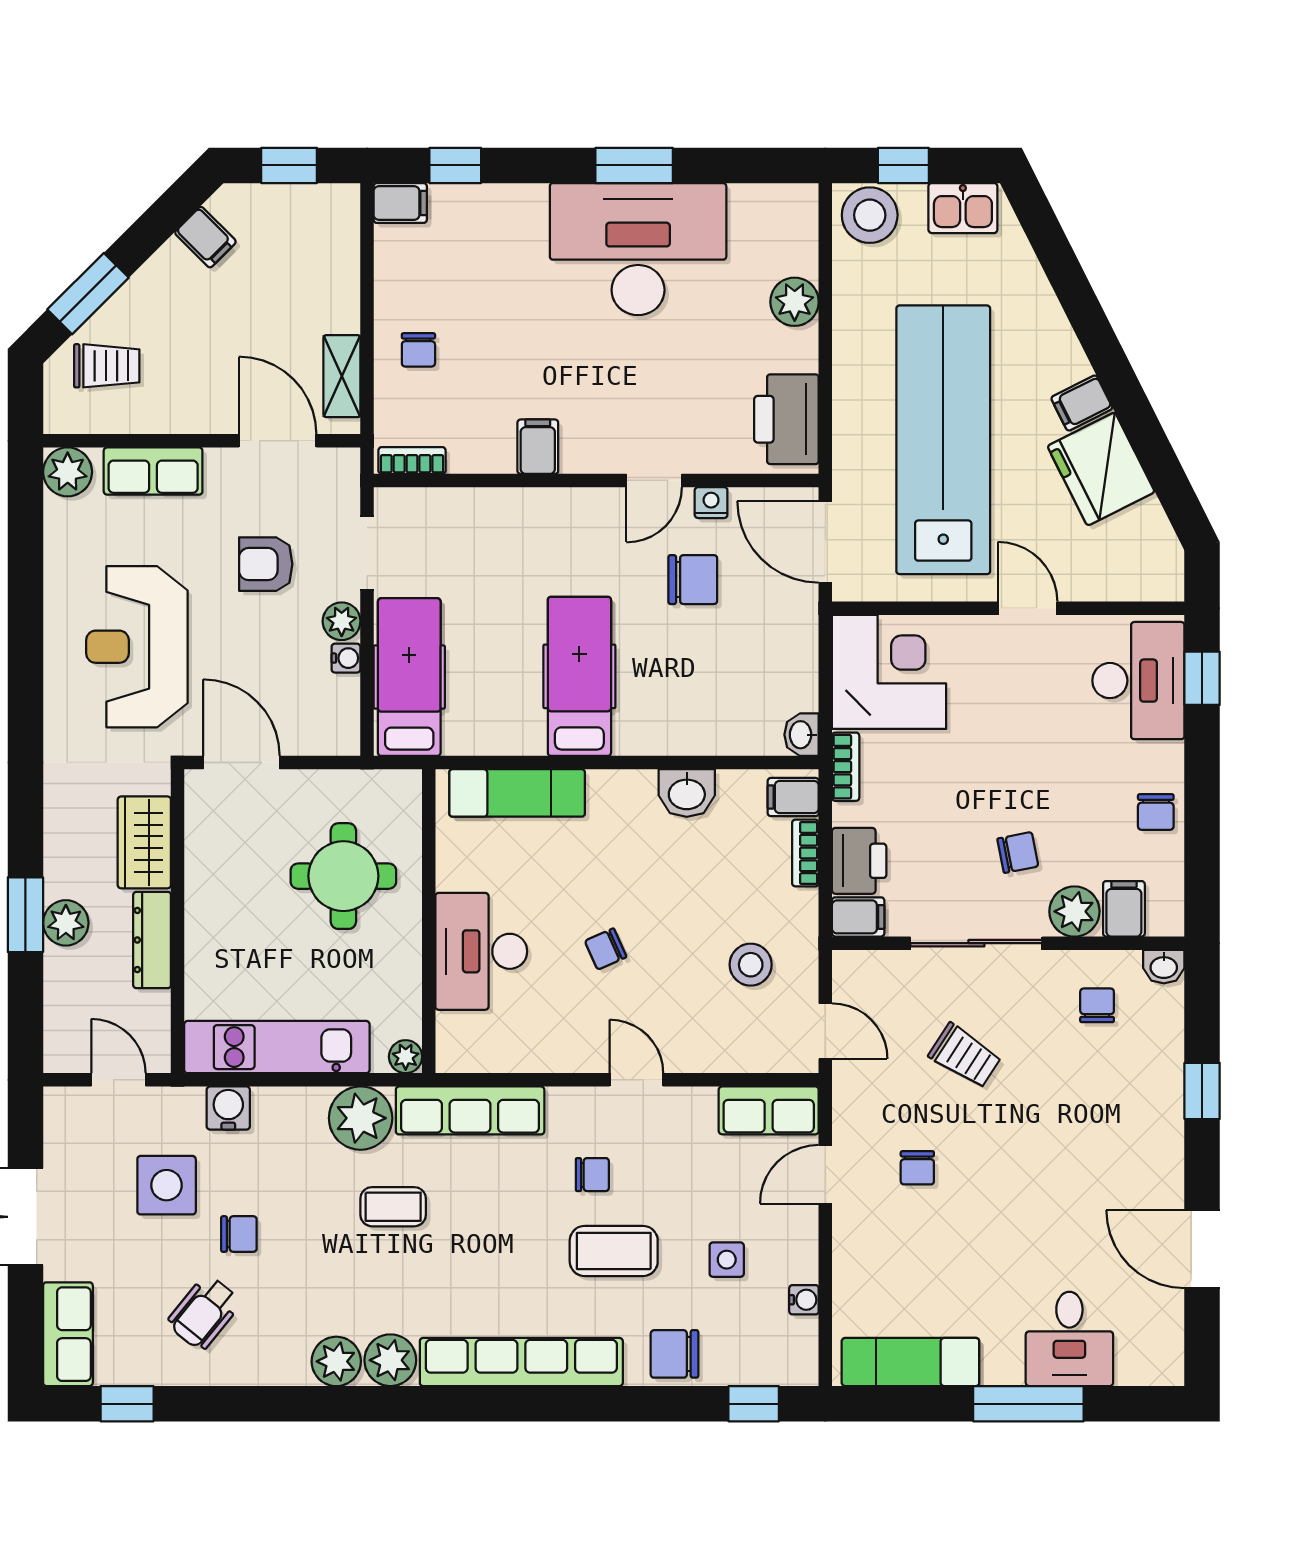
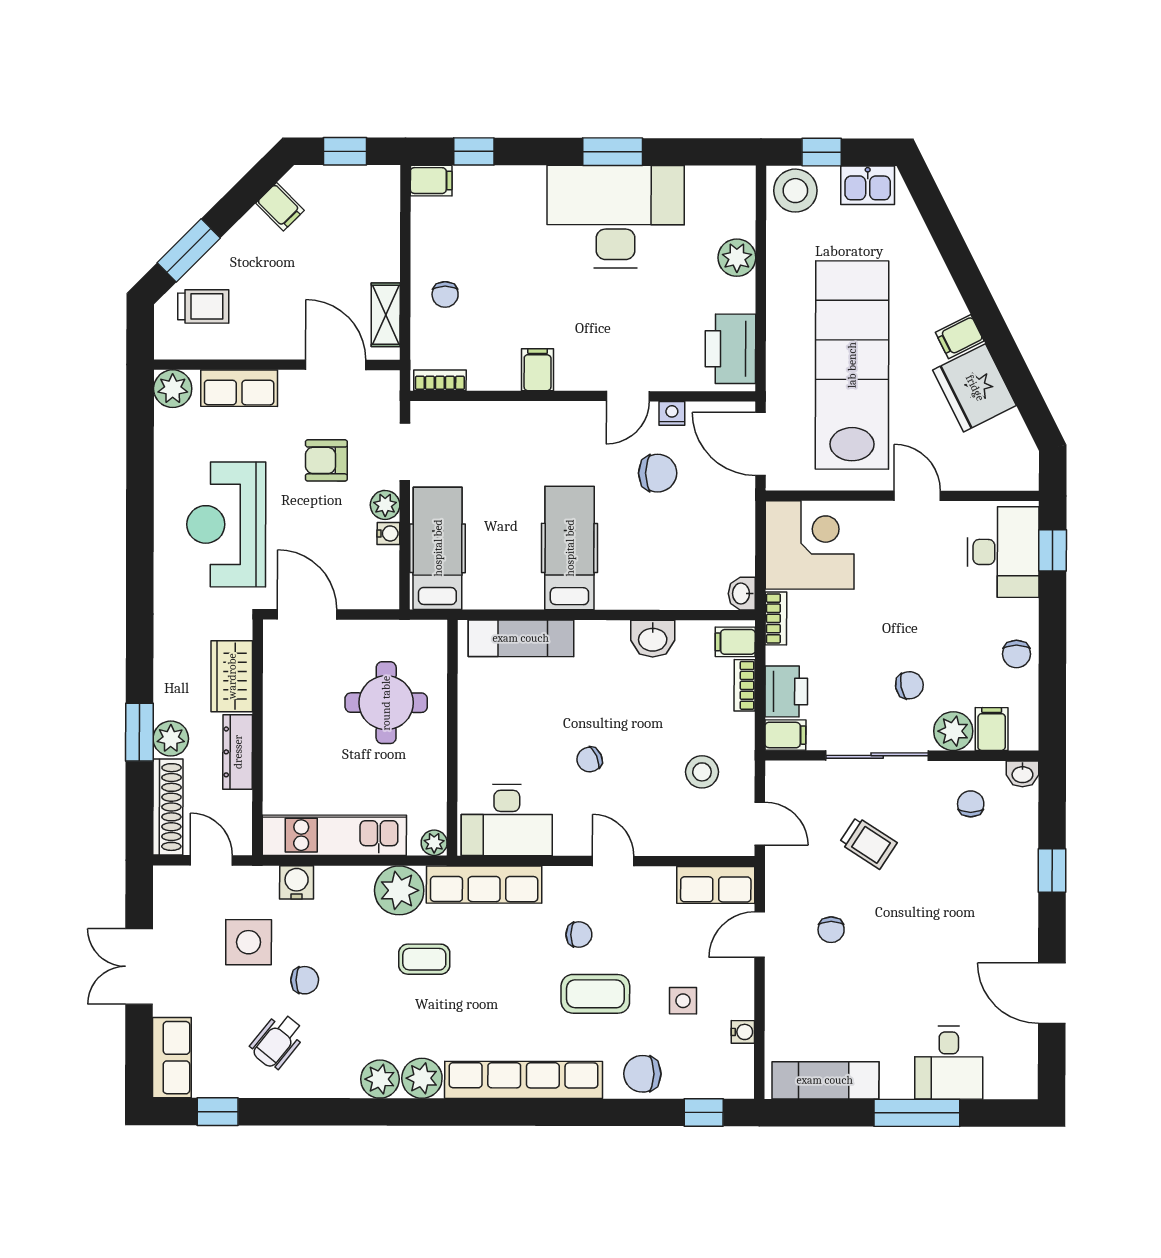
desk: (481, 951) -> (507, 820), moved, turned -90
shoe rack: (62, 1011) -> (168, 807), added

